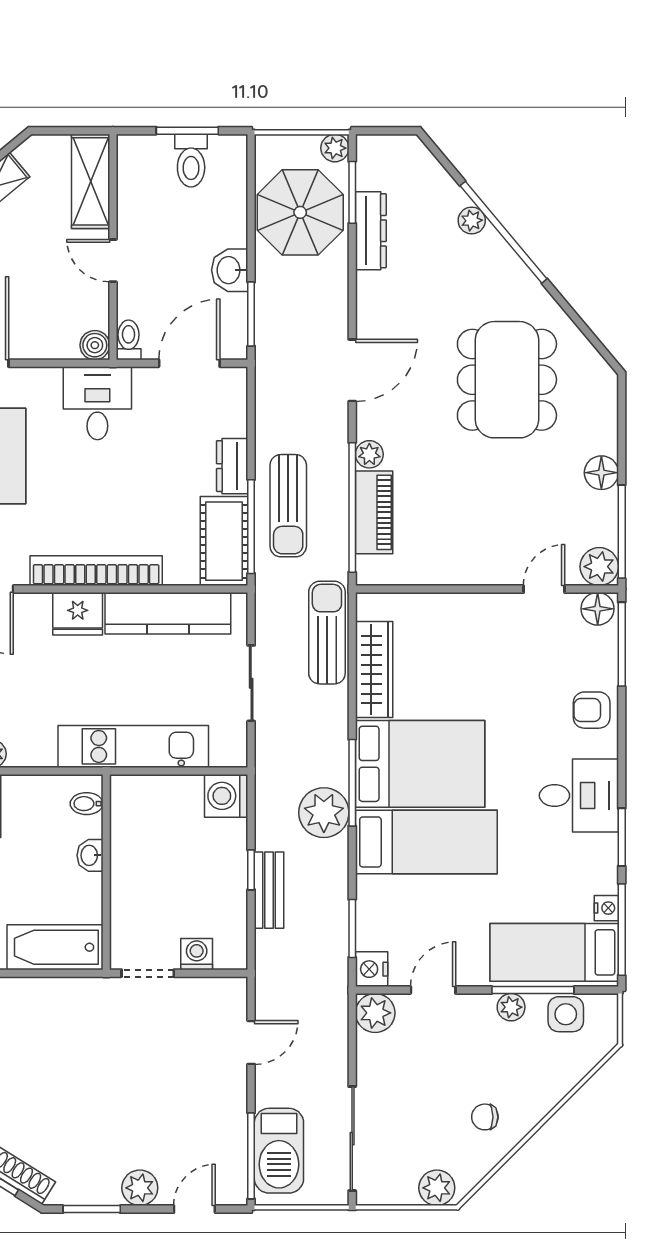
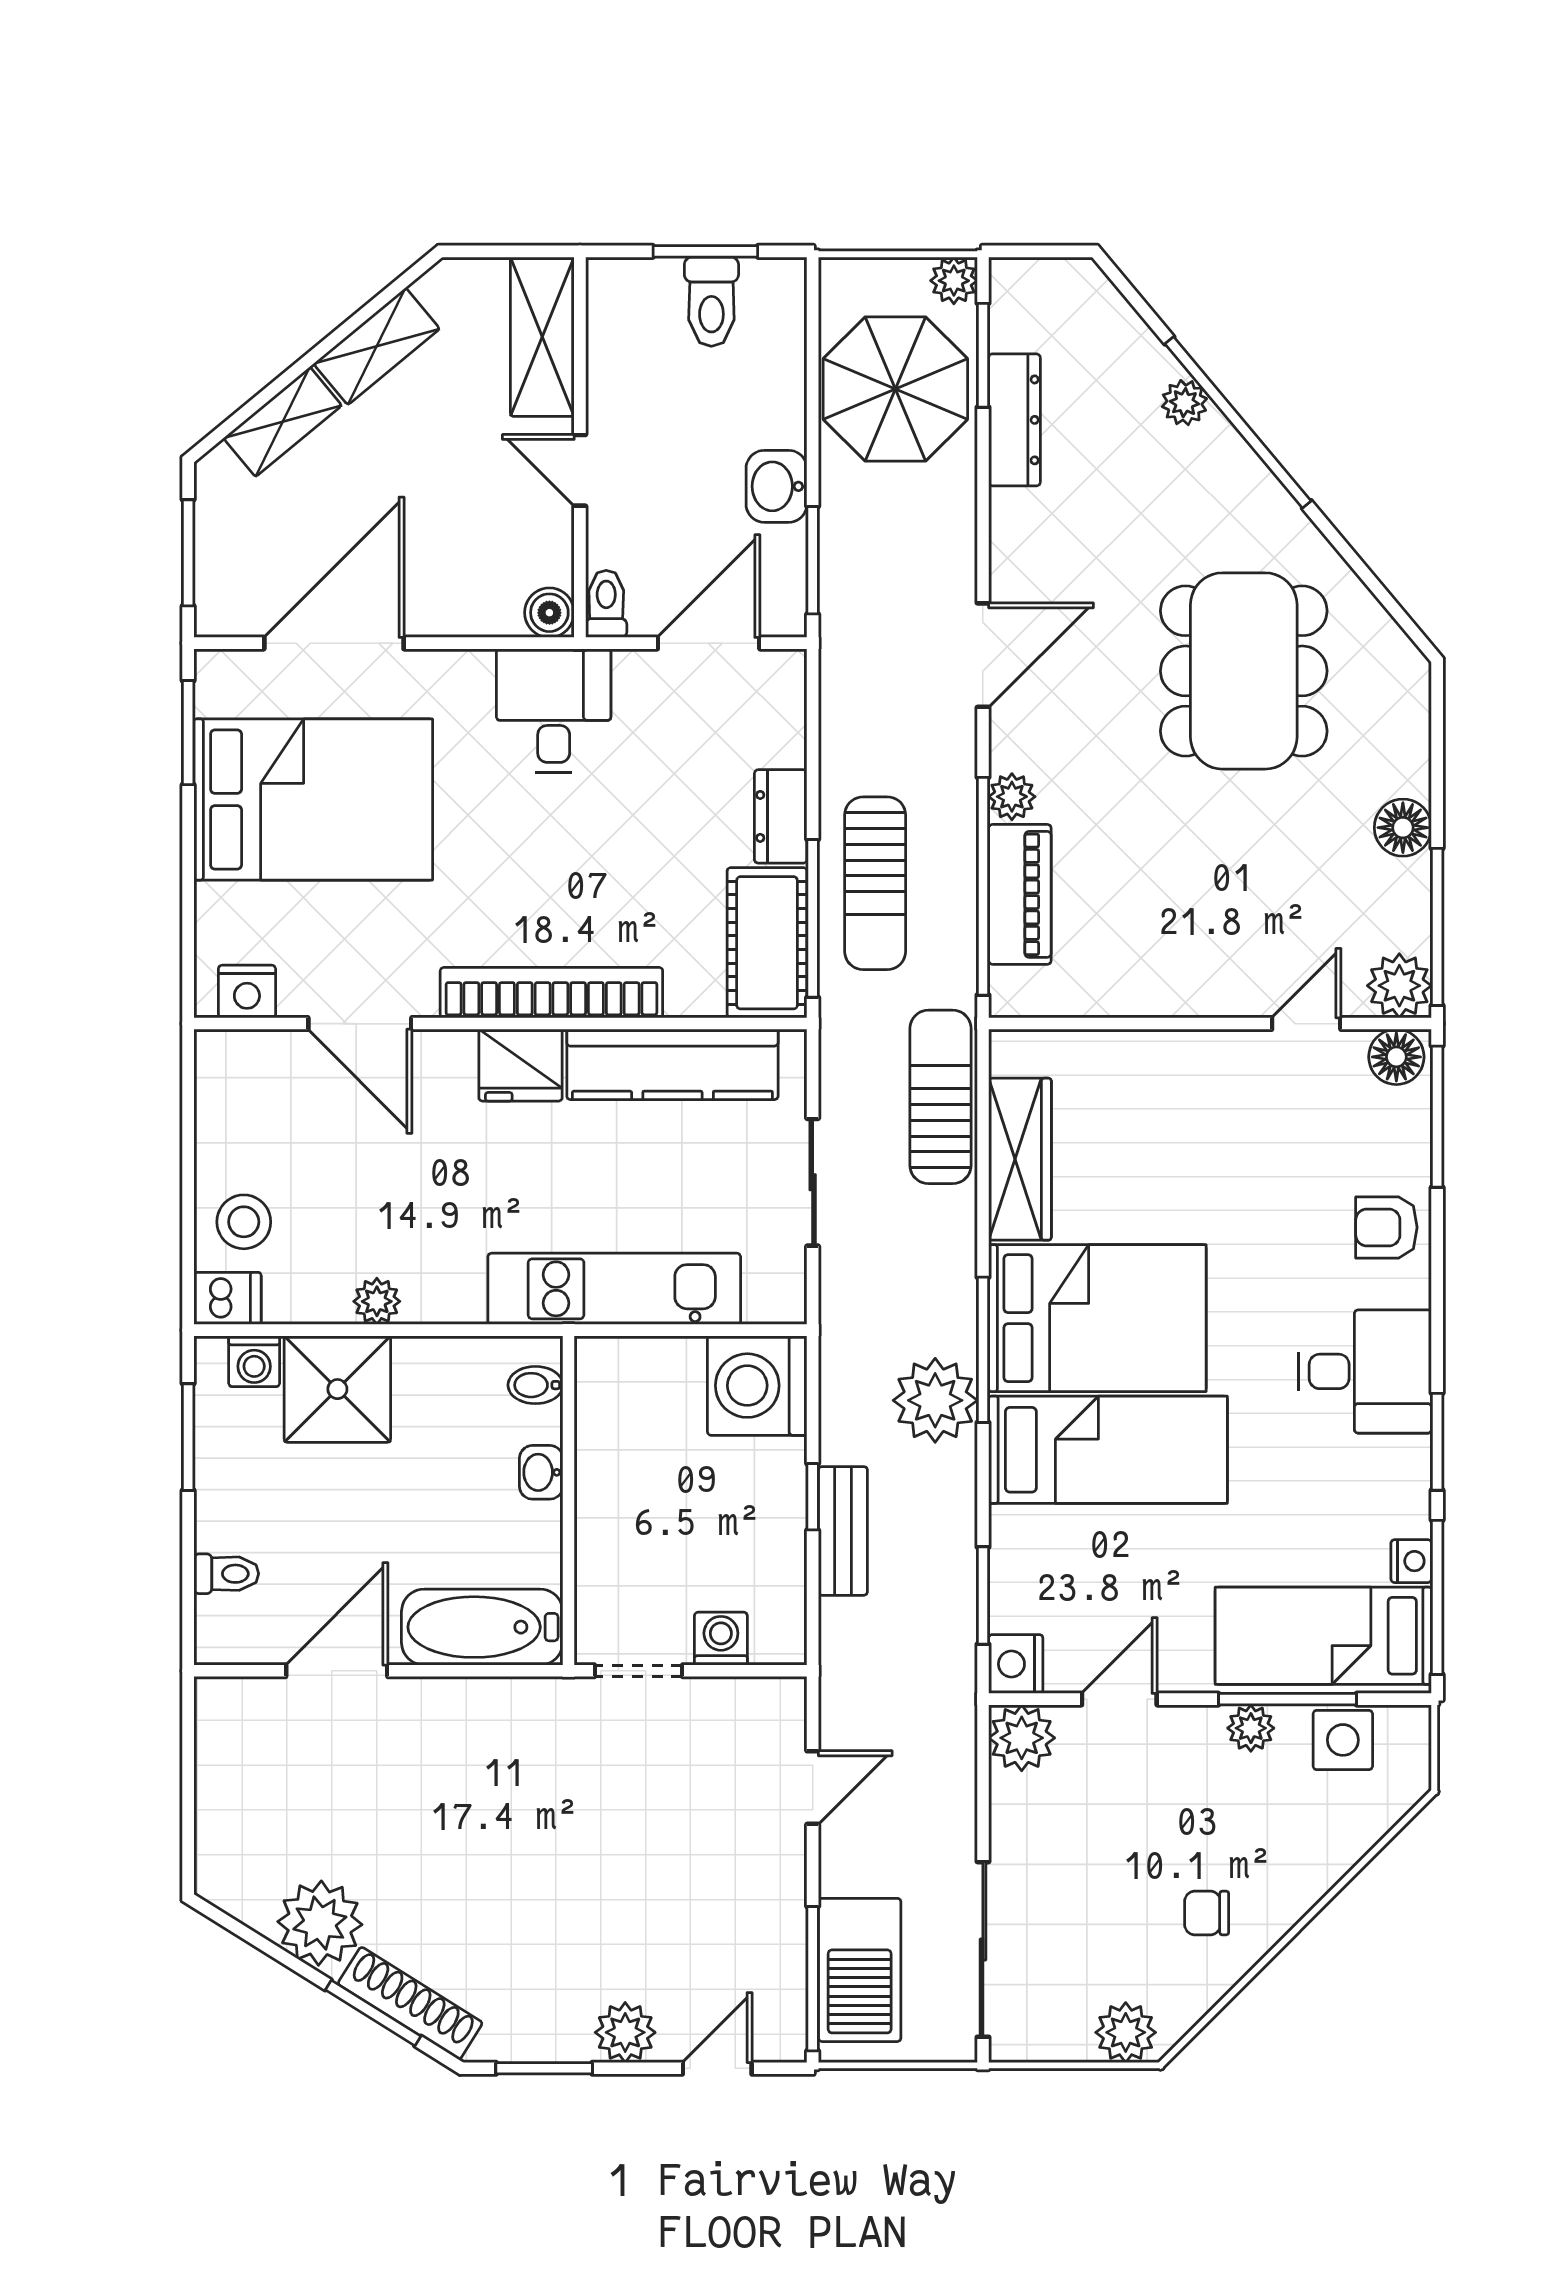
washing machine: (226, 796) -> (757, 1386), width x1.37, depth x1.37

